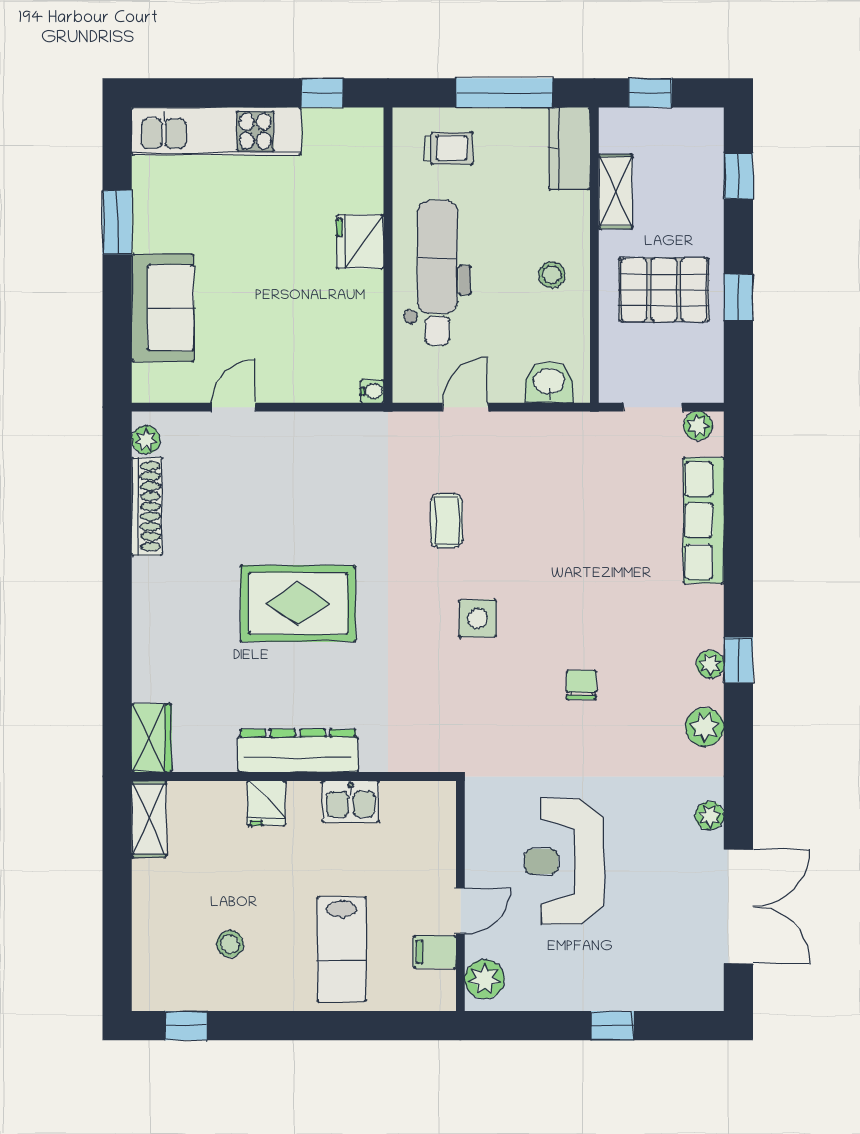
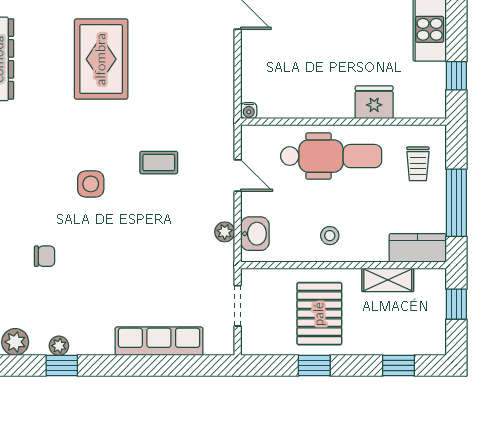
fridge: (360, 242) -> (374, 102), moved
plant: (698, 426) -> (225, 232), moved

